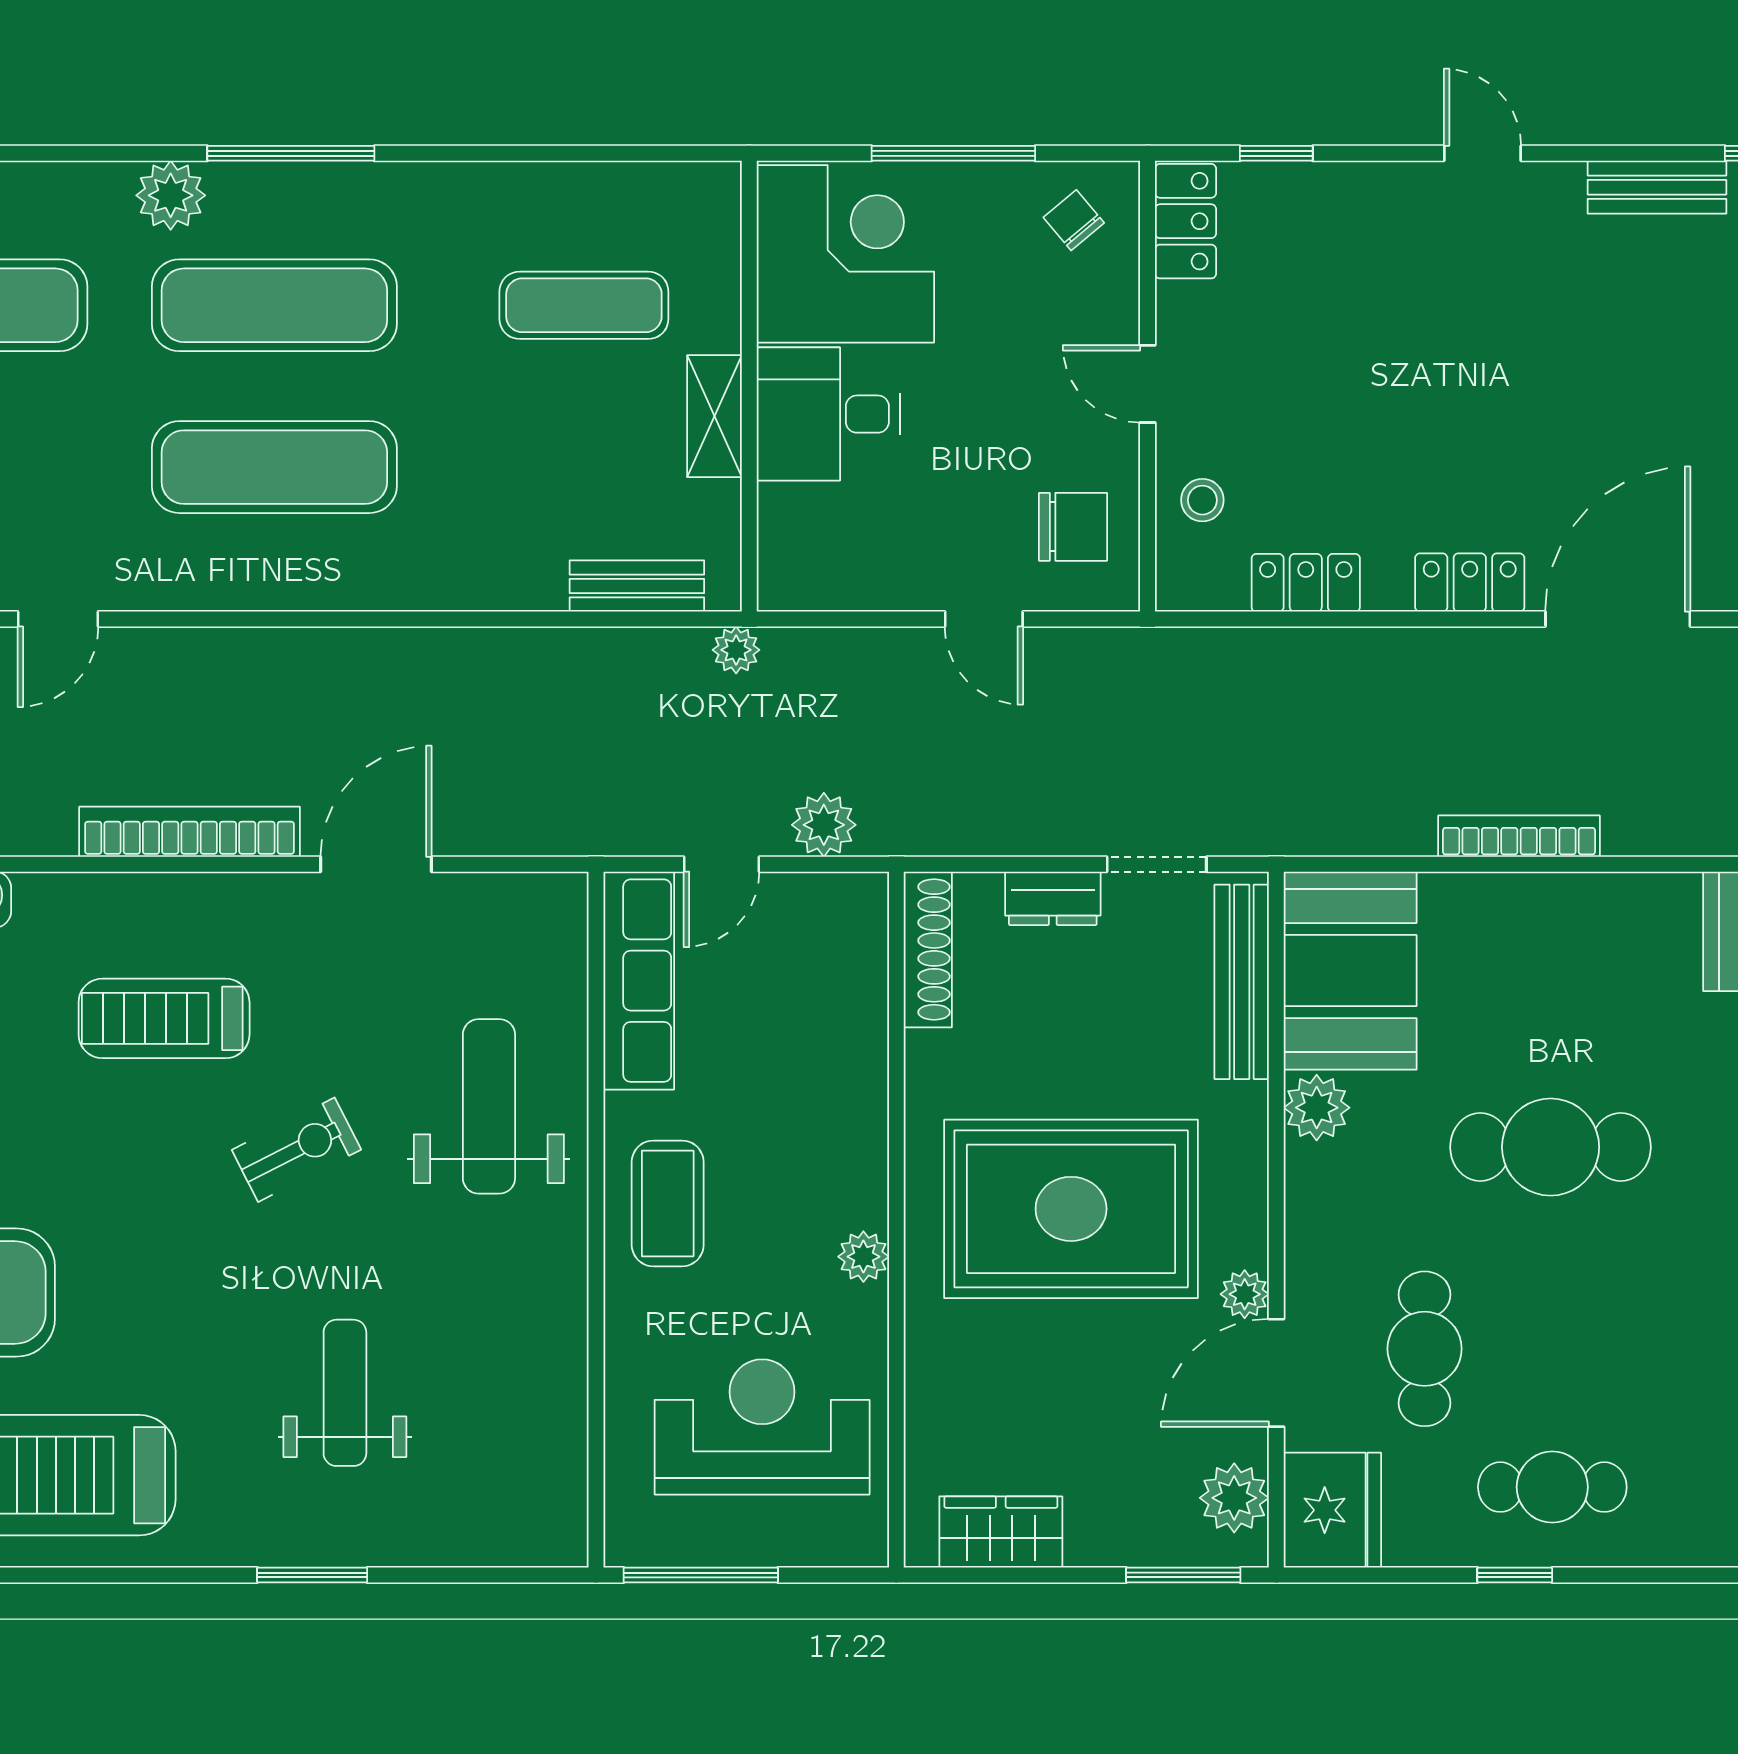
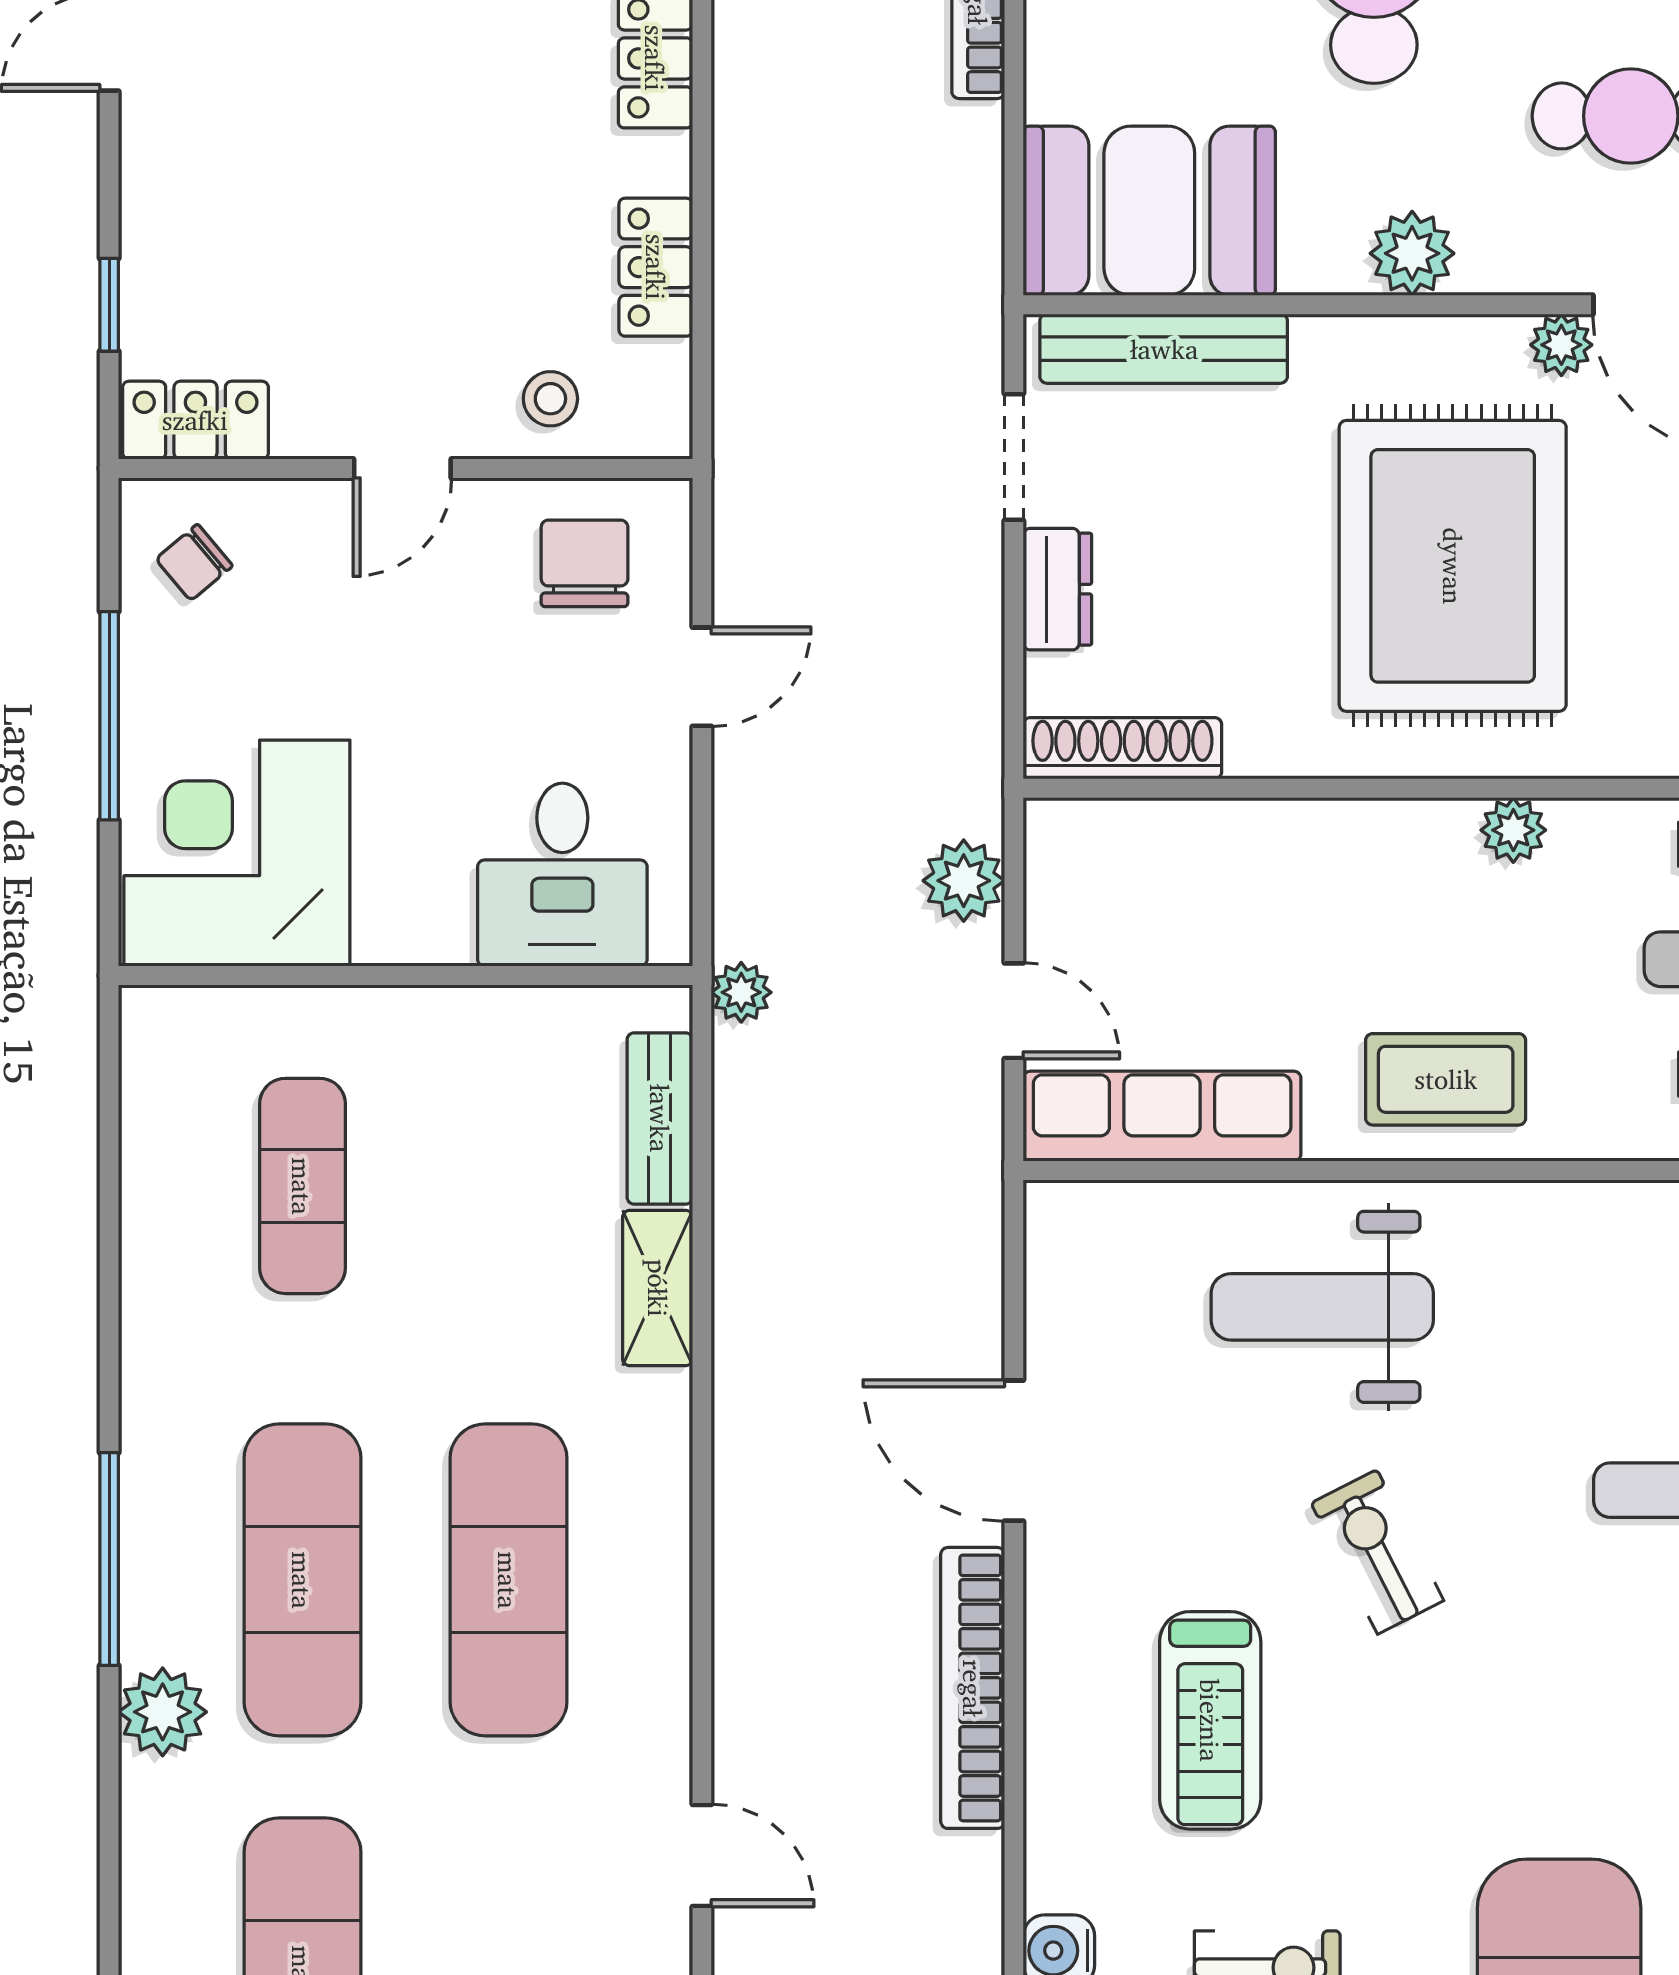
desk: (829, 414) -> (562, 875), moved
shelving: (714, 416) -> (658, 1288), moved, turned 90
plant: (1317, 1108) -> (1412, 253), moved

